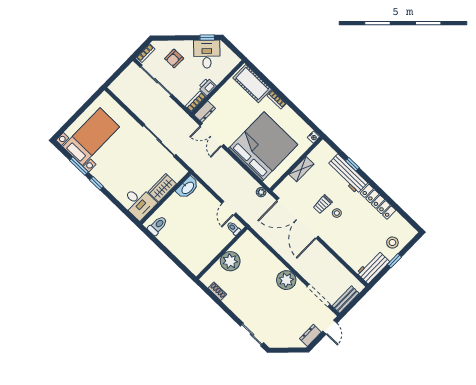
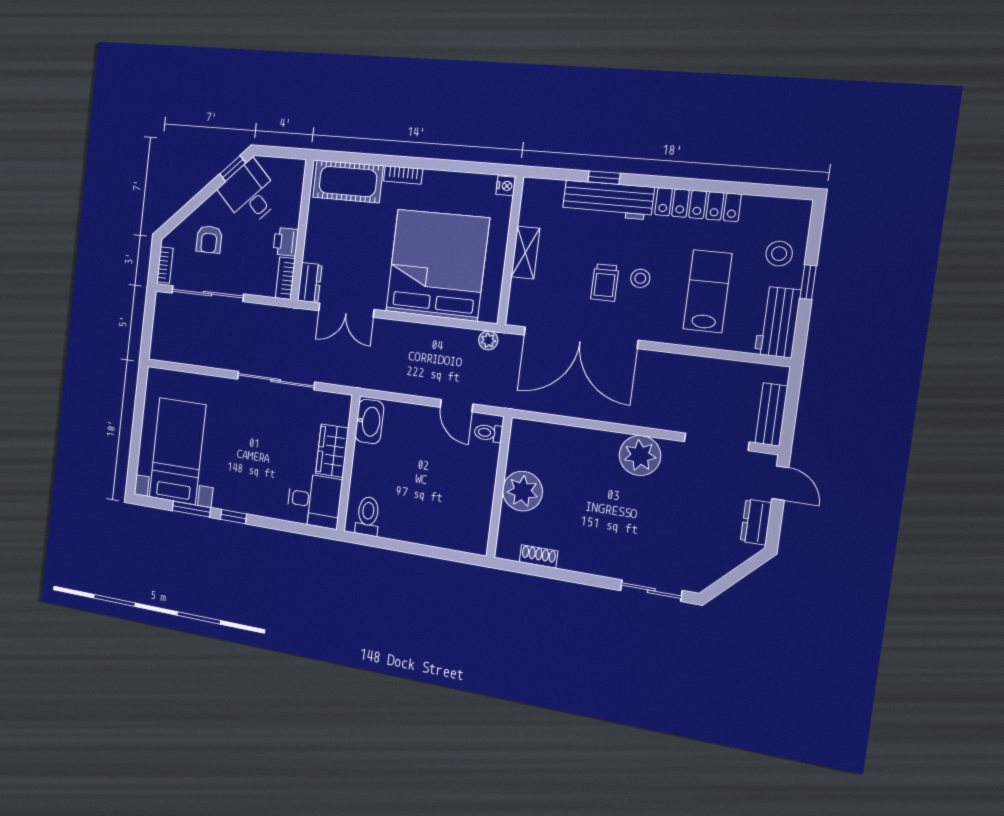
lab bench: (357, 237) -> (708, 291), added

